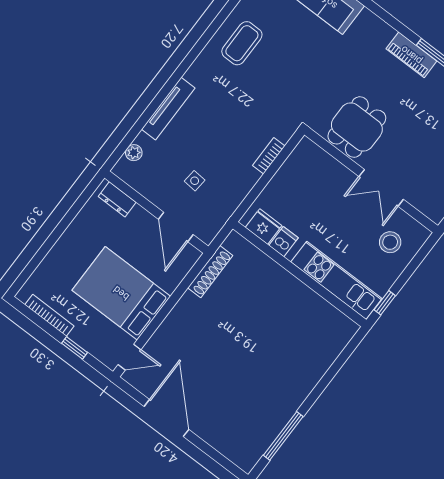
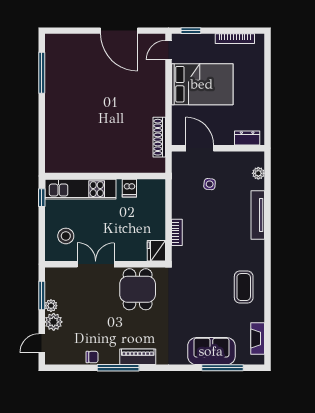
fridge: (264, 227) -> (156, 251), moved, turned 90
window: (74, 348) -> (191, 31), moved

